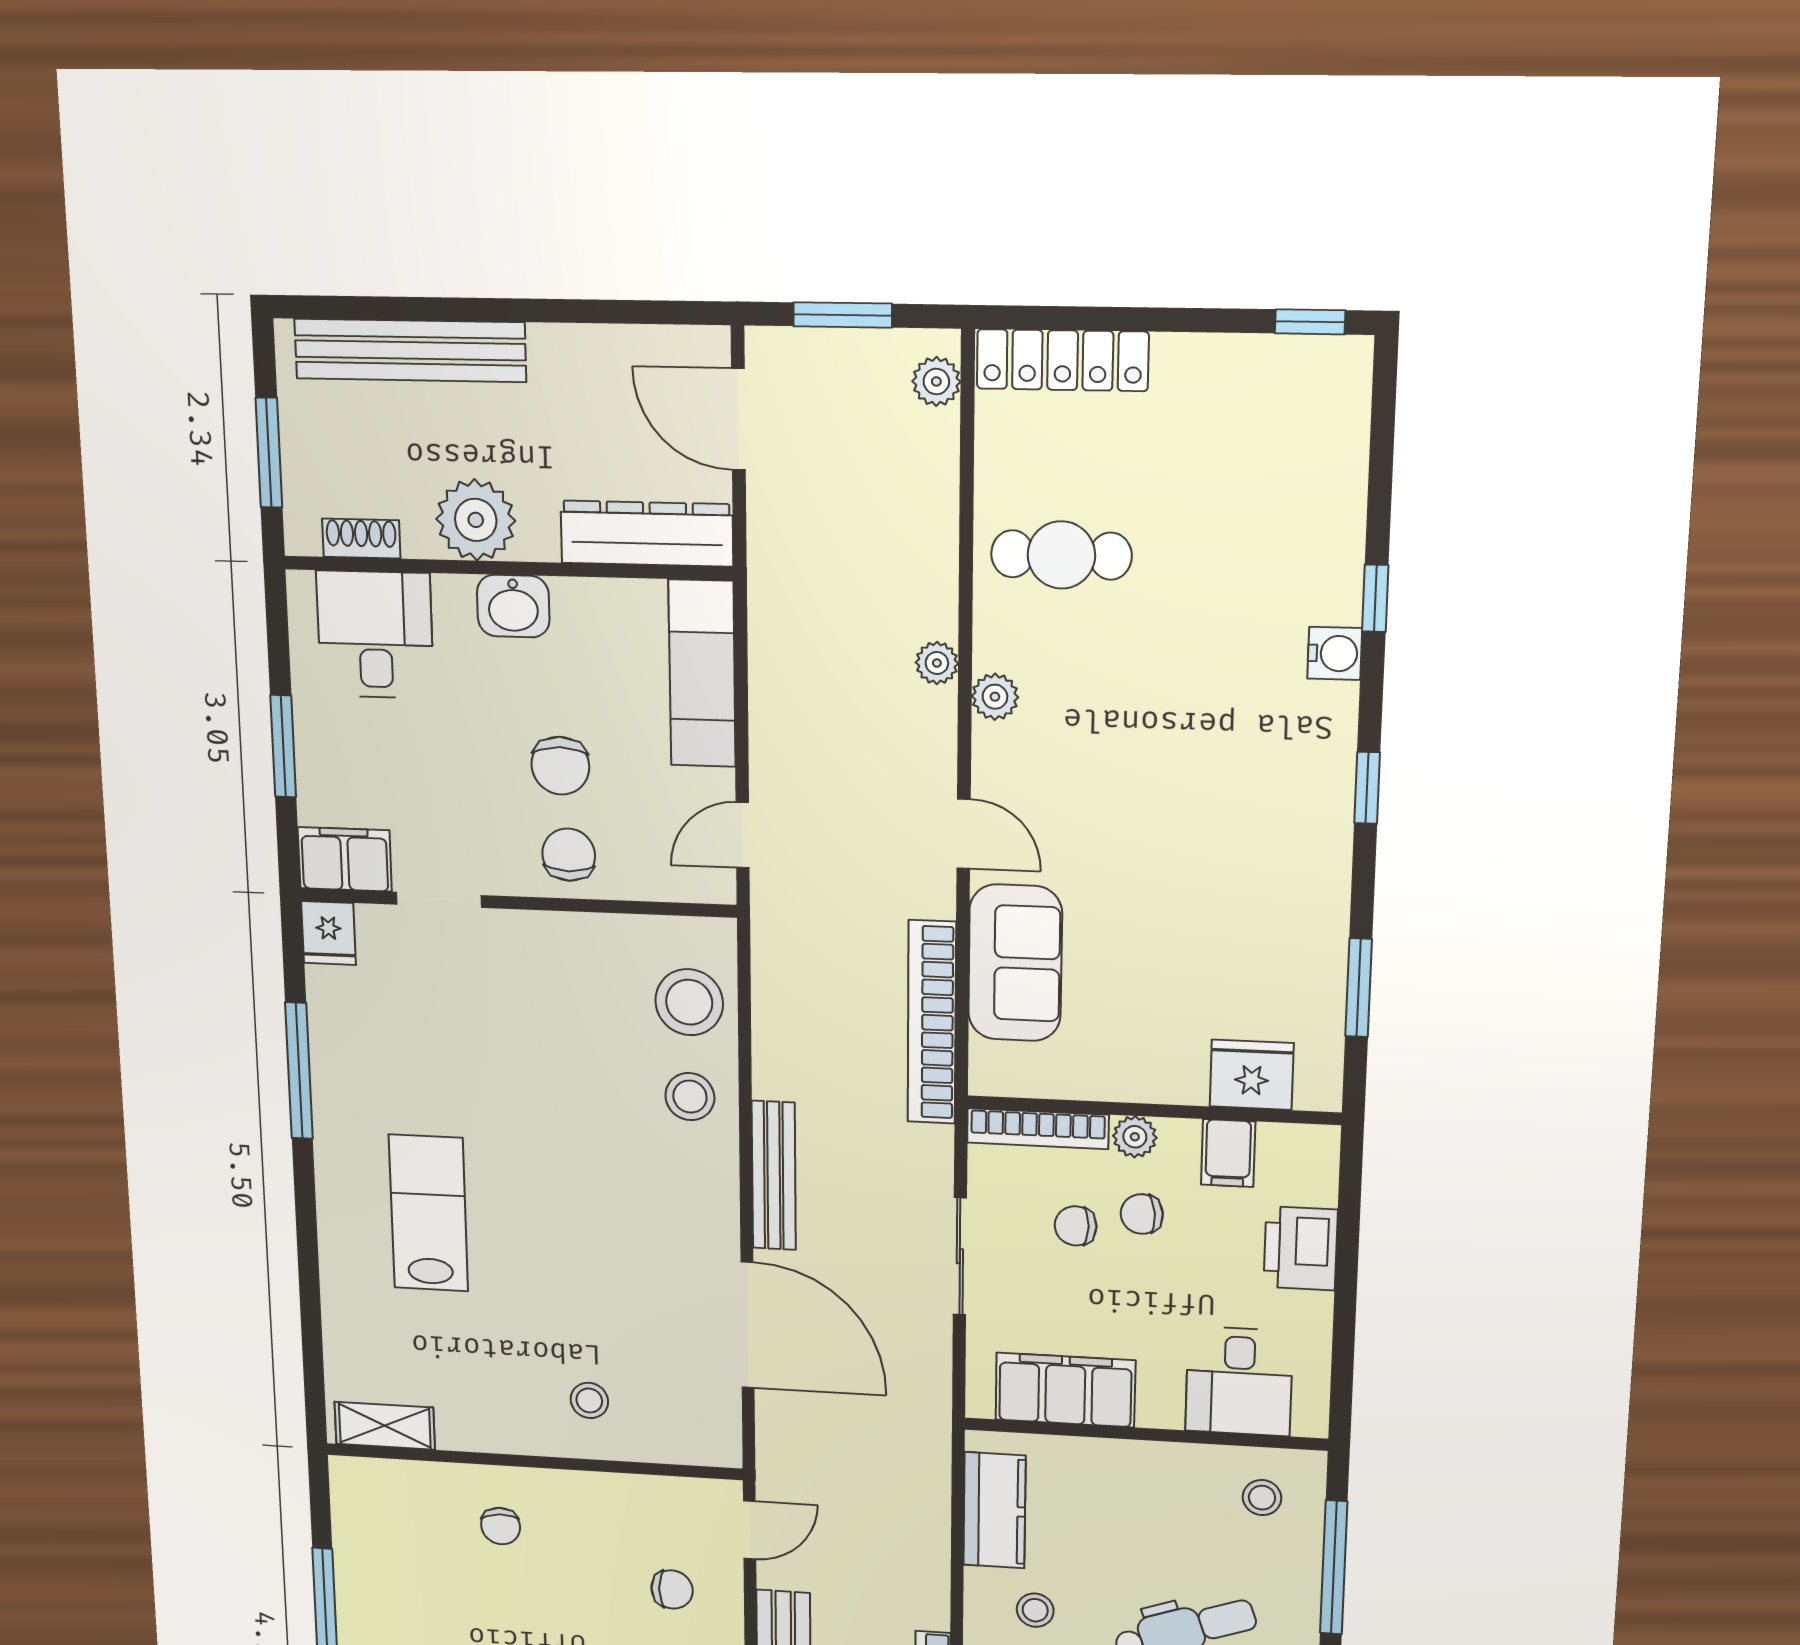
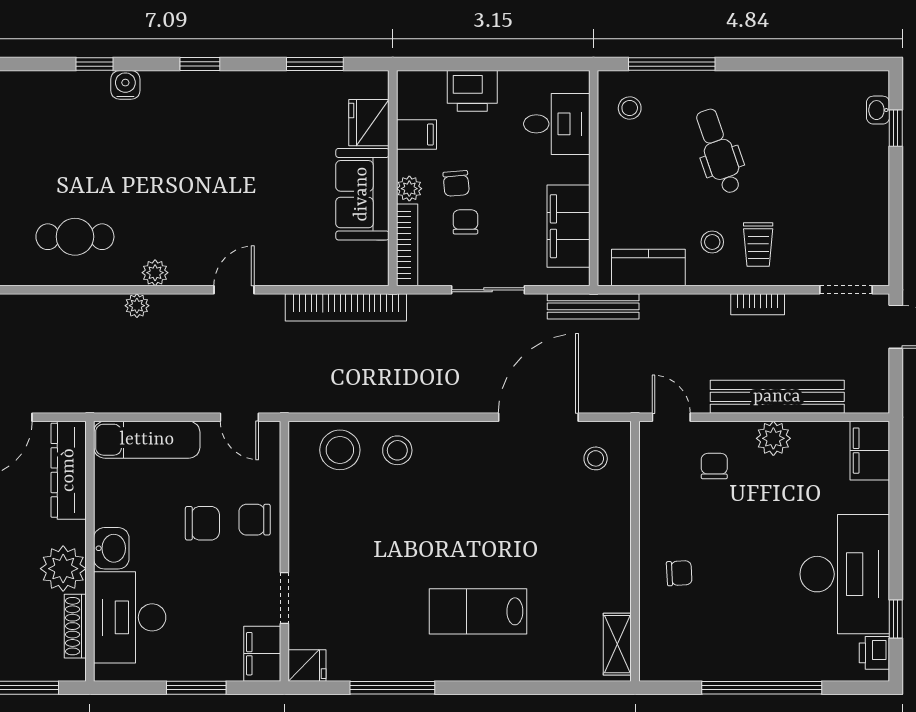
shoe rack: (361, 539) -> (75, 626), width x1.43
cafe table: (1061, 555) -> (75, 237), turned 90
desk: (375, 635) -> (130, 617), width x1.37
sofa: (1015, 963) -> (362, 194), moved, turned -90
bench: (774, 1176) -> (593, 306), moved
chair: (1076, 1226) -> (465, 222), turned 180
stool: (589, 1400) -> (596, 458), moved

